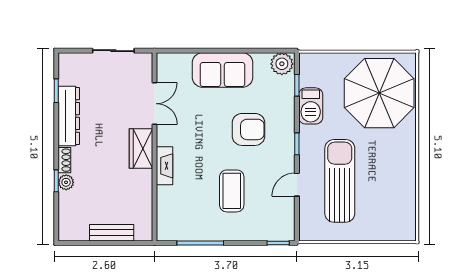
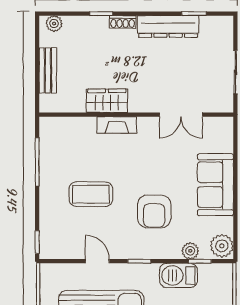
plant: (287, 94) -> (190, 251), added
wardrobe: (141, 149) -> (107, 101), moved
plant: (66, 182) -> (54, 24), moved

